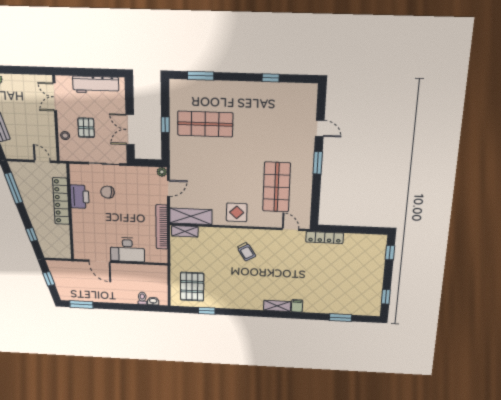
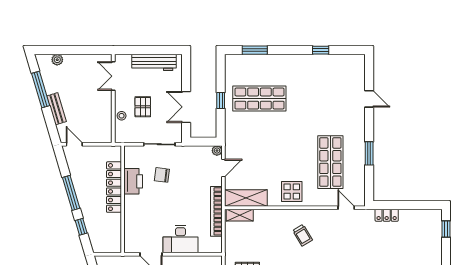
door: (42, 161) -> (74, 144), moved
window: (318, 163) -> (369, 153), moved
window: (14, 188) -> (71, 193), moved
locker: (325, 238) -> (387, 215), width x0.66

